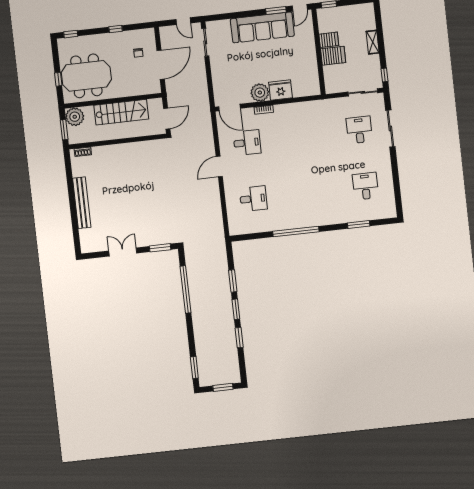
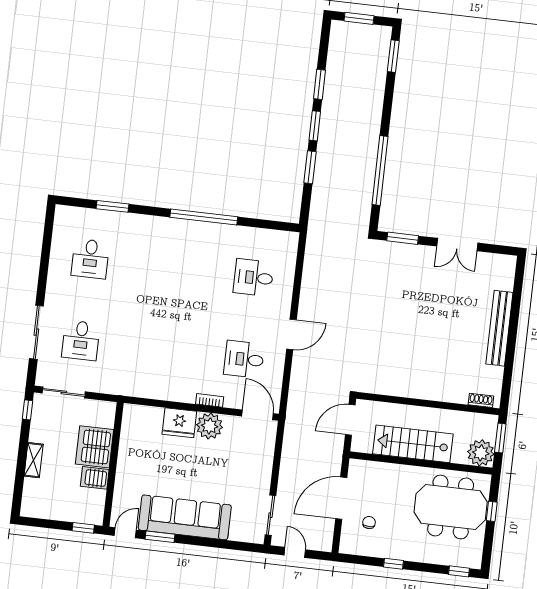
server rack: (333, 56) -> (95, 447), width x1.60

